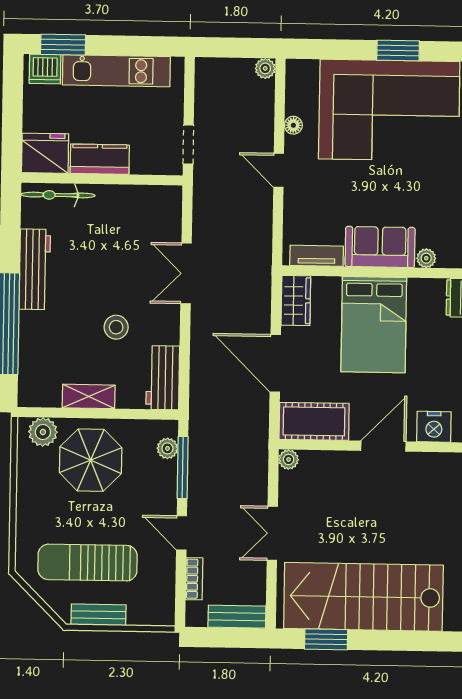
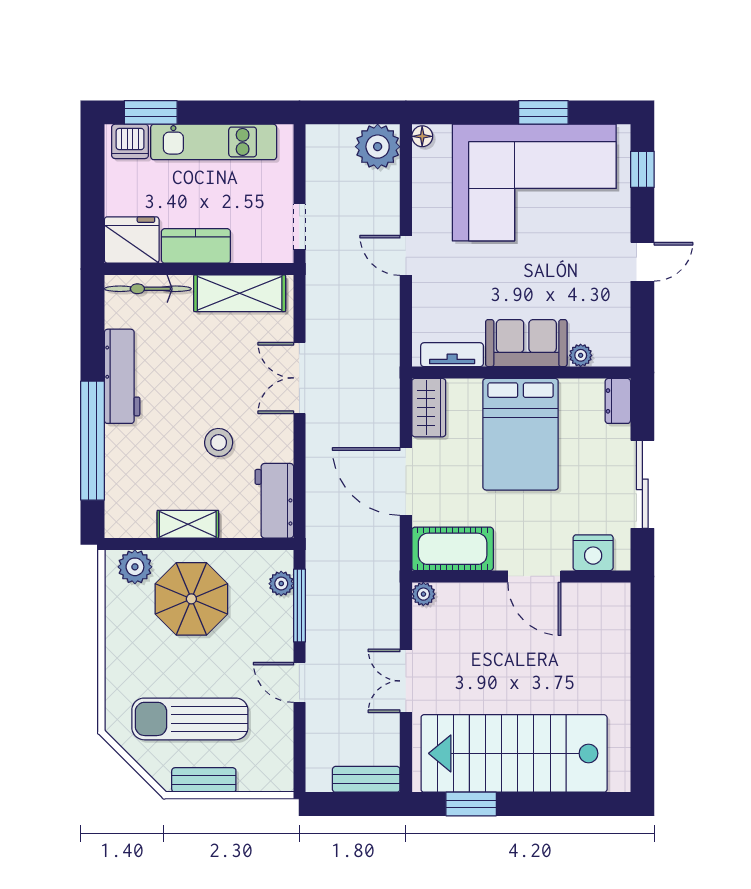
plant: (265, 68) -> (378, 147), width x1.87, depth x1.87
floor lamp: (293, 125) -> (422, 136), moved
shelving: (136, 200) -> (240, 293), added
door: (383, 446) -> (534, 576), swing flipped
bookcase: (194, 579) -> (315, 736), removed

